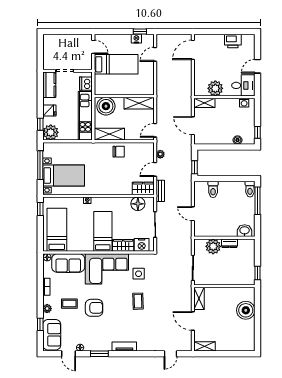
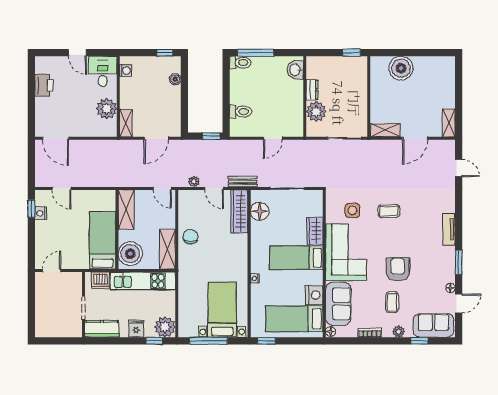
bed: (116, 64) -> (103, 240), moved
wardrobe: (143, 188) -> (239, 211), width x1.50
nightstand: (142, 245) -> (314, 295), moved

